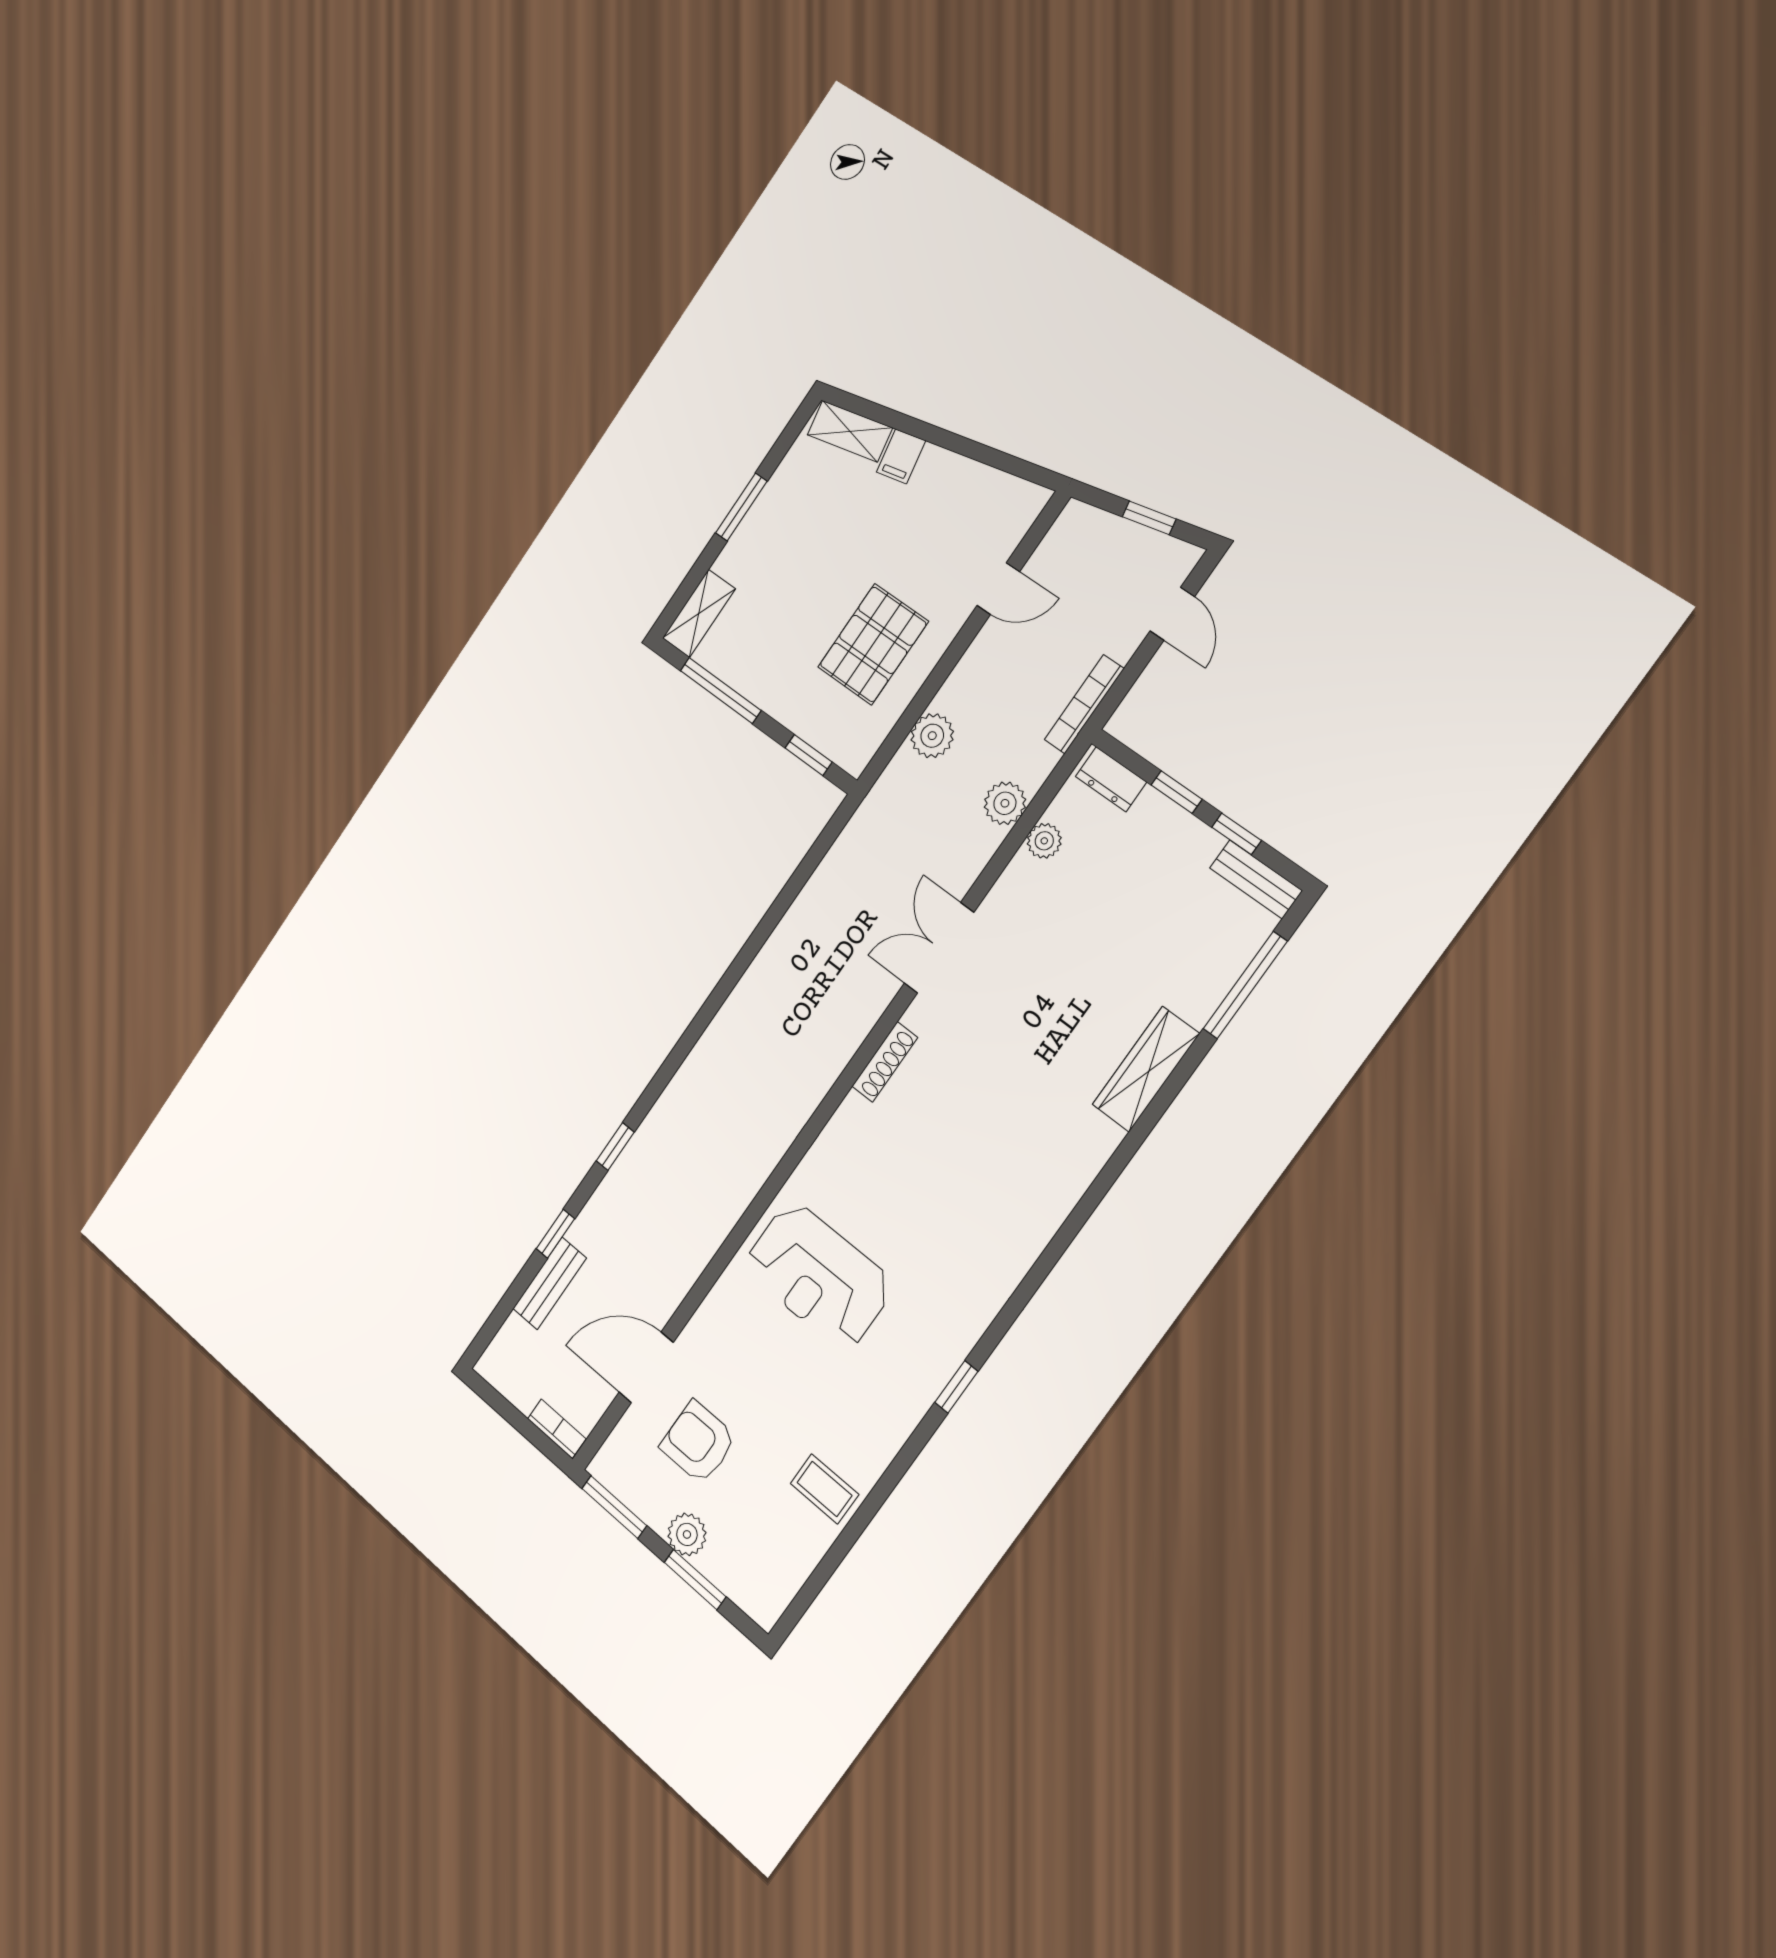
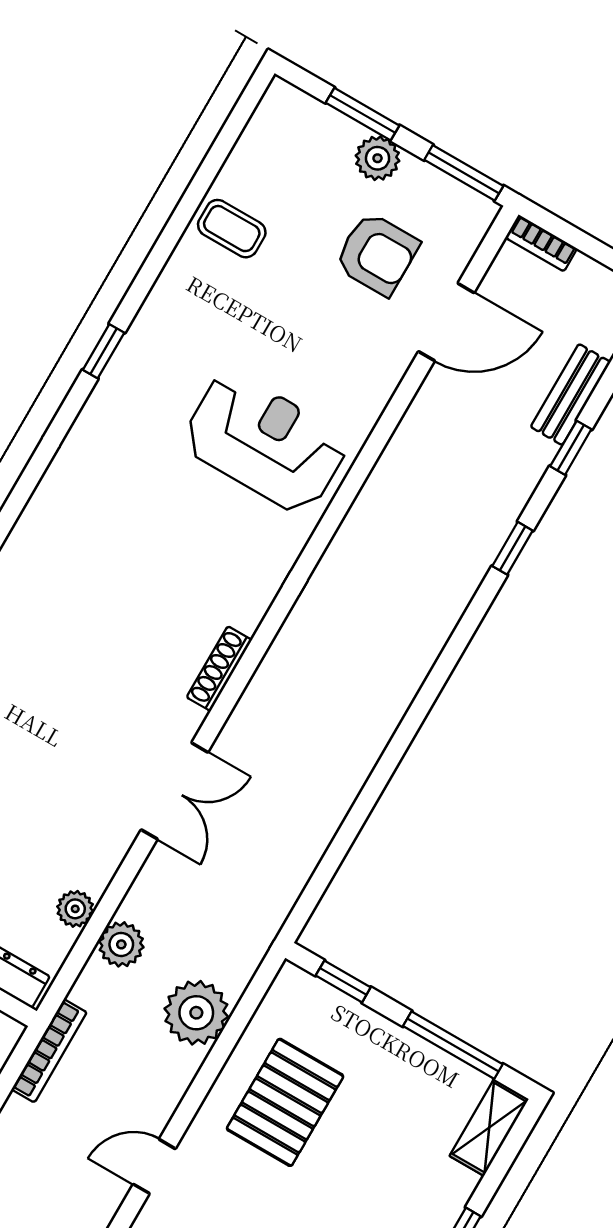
plant: (932, 736) -> (196, 1013), width x1.36, depth x1.36

